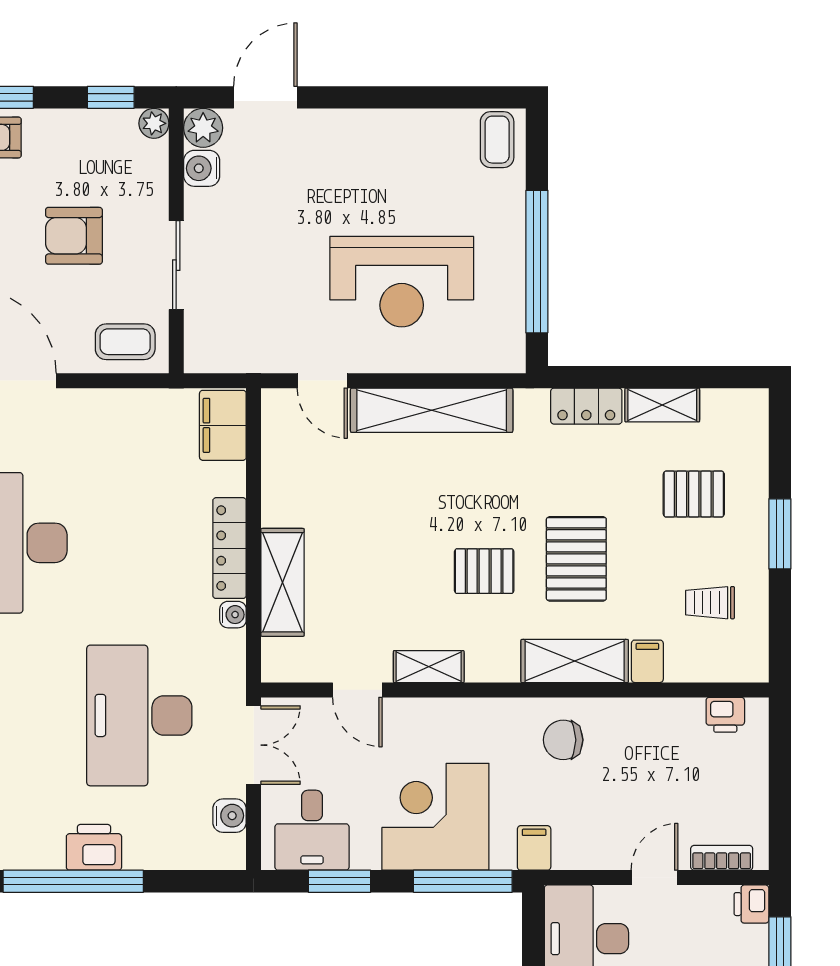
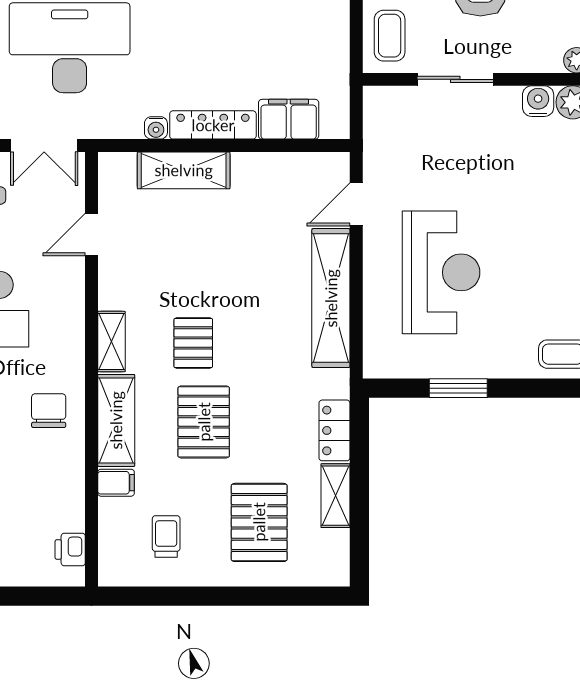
window: (537, 262) -> (458, 388), width x0.47
reception desk: (402, 282) -> (441, 272), turned 180
filing cabinet: (223, 425) -> (289, 119), moved
pallet: (694, 494) -> (259, 522), width x1.50, depth x1.42
window: (780, 534) -> (225, 596), removed
pallet: (576, 559) -> (204, 422), turned 90
shelving: (429, 667) -> (111, 342), moved

